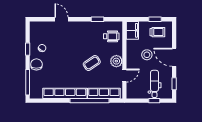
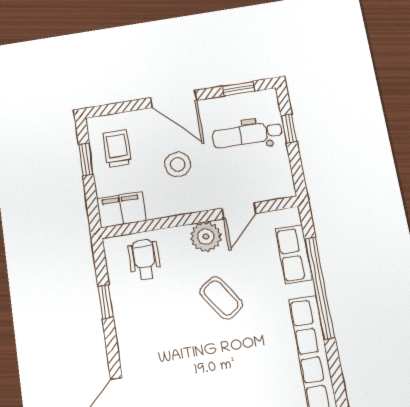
door: (174, 57) -> (174, 99), hinge flipped
door: (124, 75) -> (239, 211), swing flipped
row of seats: (104, 93) -> (294, 254), width x0.68

